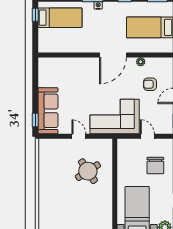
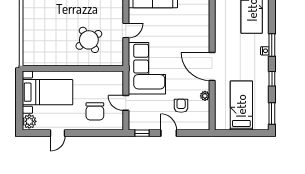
door: (147, 136) -> (126, 103), swing flipped
chair: (155, 165) -> (95, 111), turned -90

